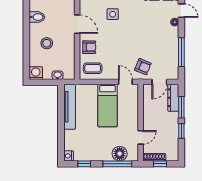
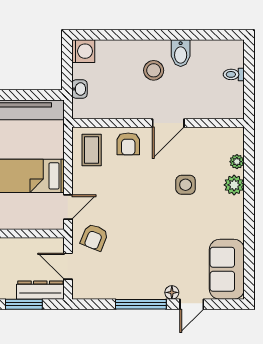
stool: (47, 43) -> (154, 70), moved
window: (181, 52) -> (141, 304), moved

